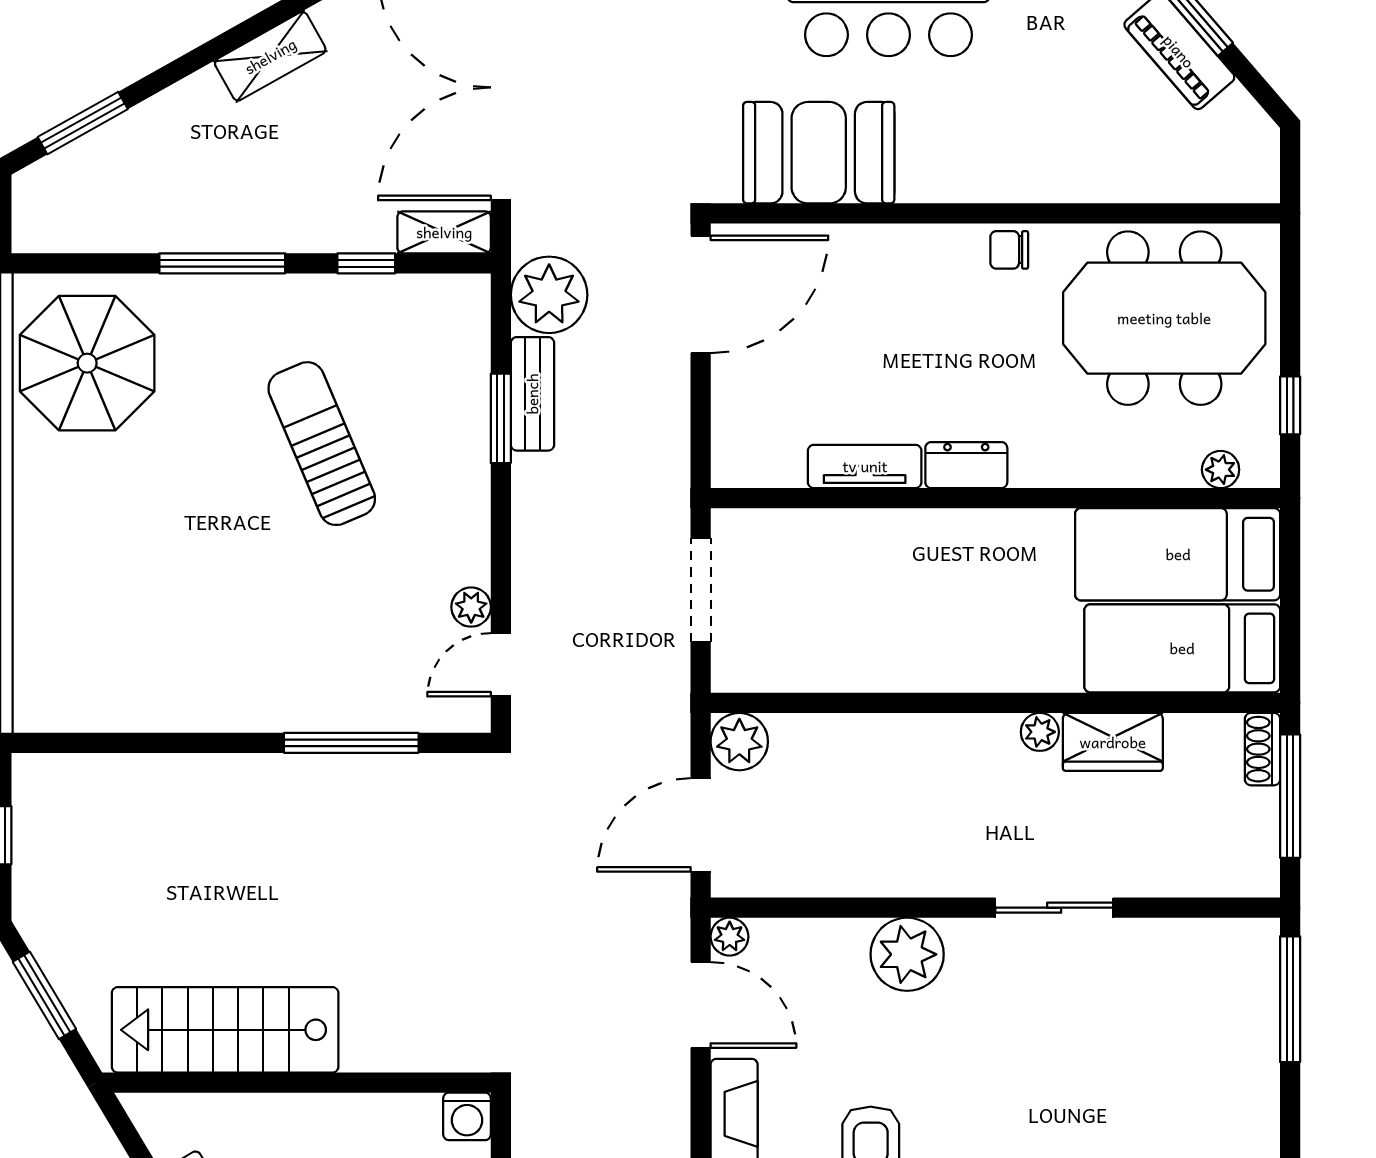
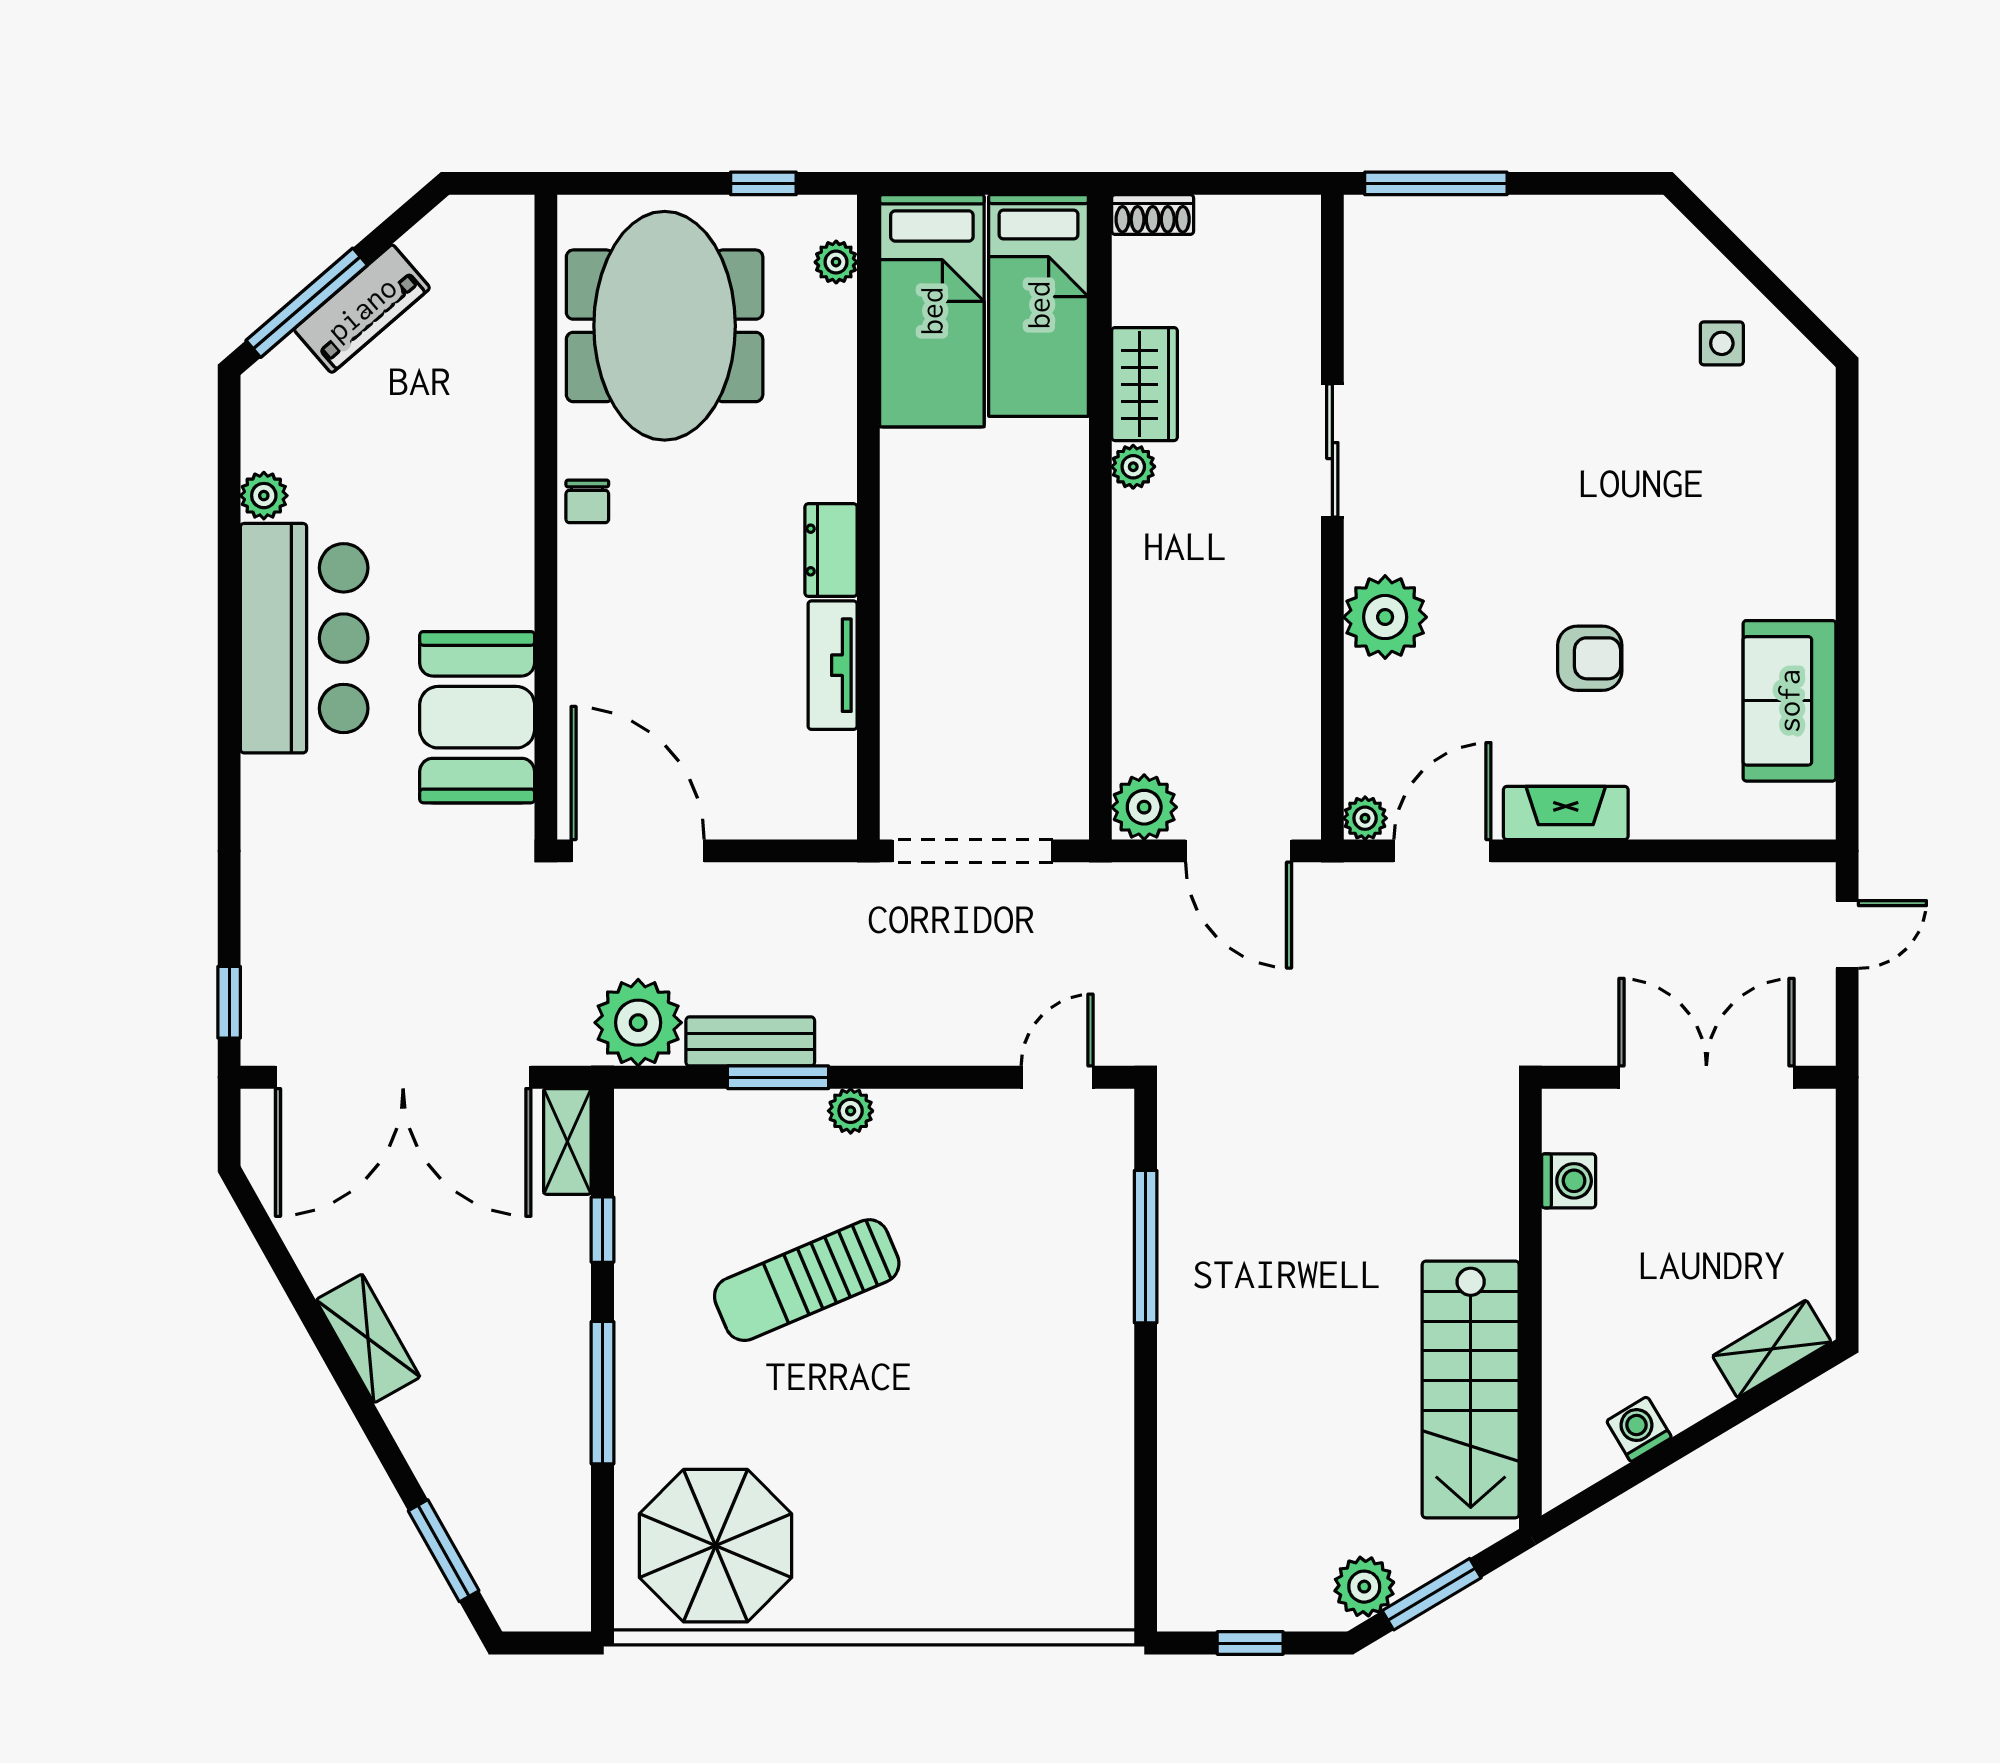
doorway: (701, 590) -> (973, 851), width x1.36
plant: (471, 607) -> (851, 1111), moved
door: (501, 665) -> (1057, 1077), swing flipped
window: (1290, 796) -> (1206, 183), removed
plant: (51, 936) -> (1364, 1587), added
washing machine: (467, 1116) -> (1569, 1181), moved

